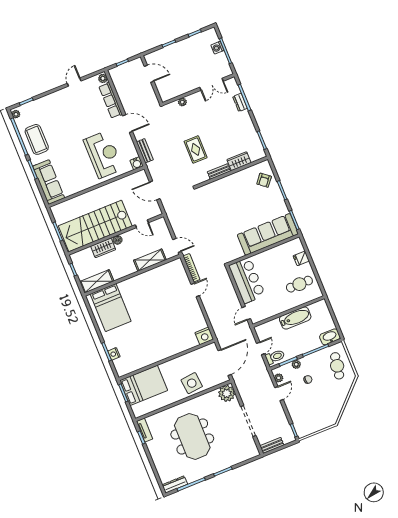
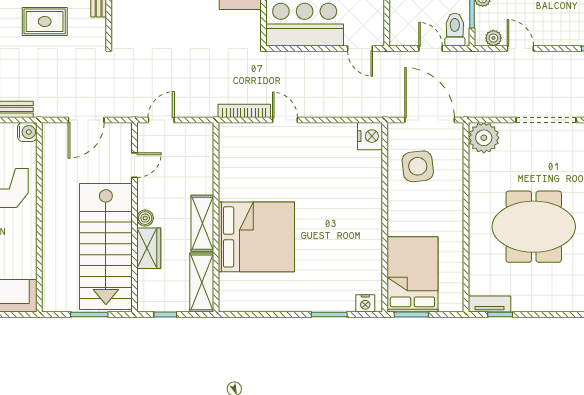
door: (177, 245) -> (161, 120), moved
shelving: (150, 260) -> (202, 223), moved
bed: (111, 308) -> (256, 237), moved, width x1.36
nightstand: (114, 354) -> (365, 303), moved
side table: (192, 383) -> (418, 166), moved

